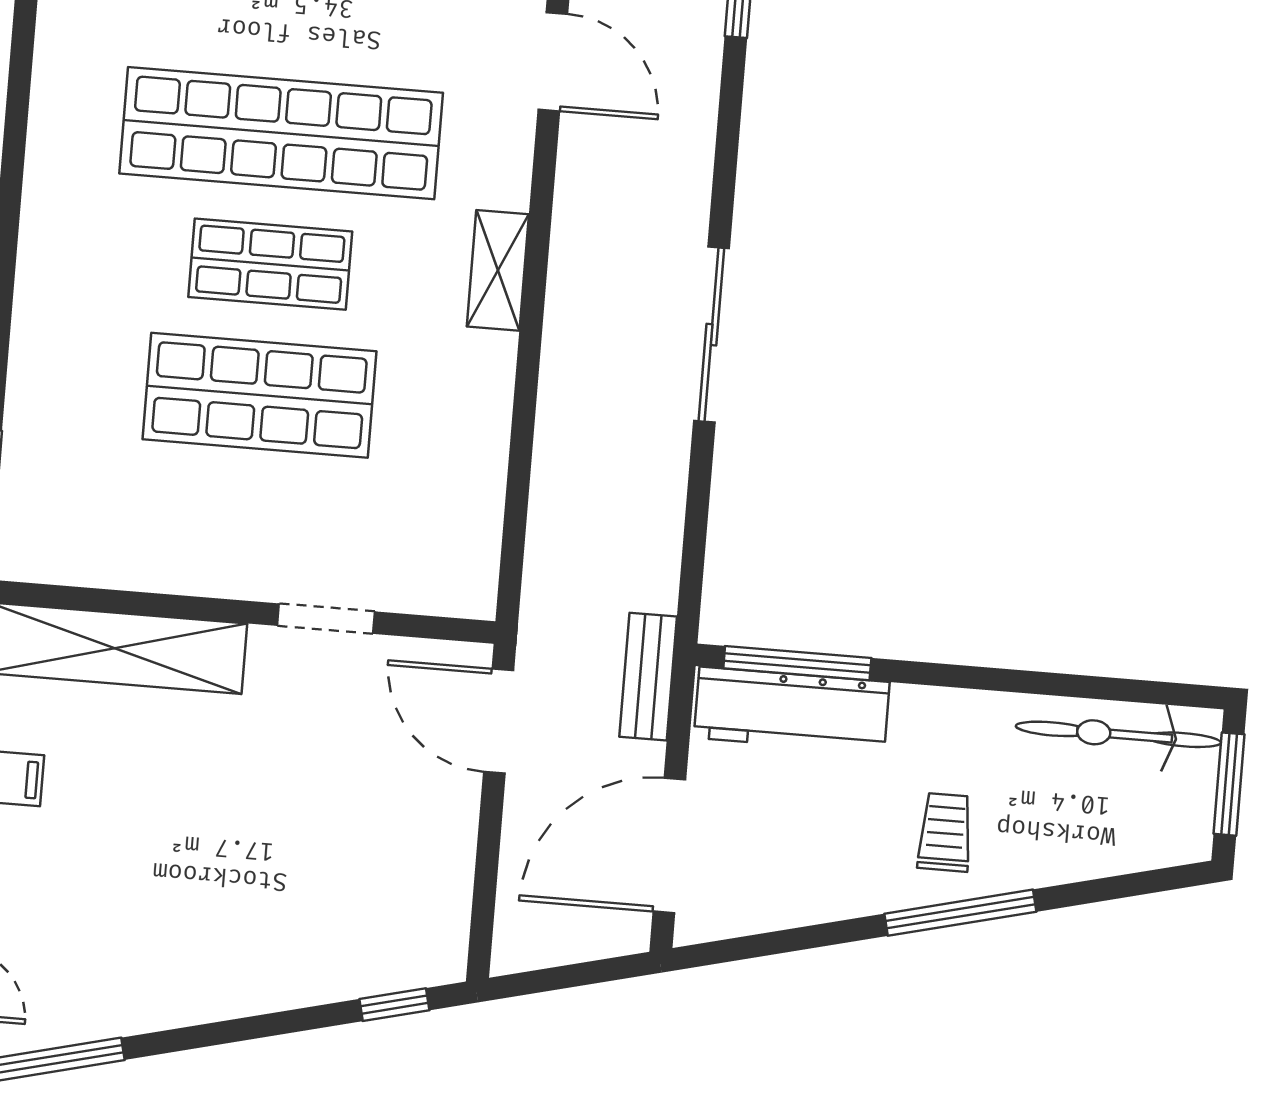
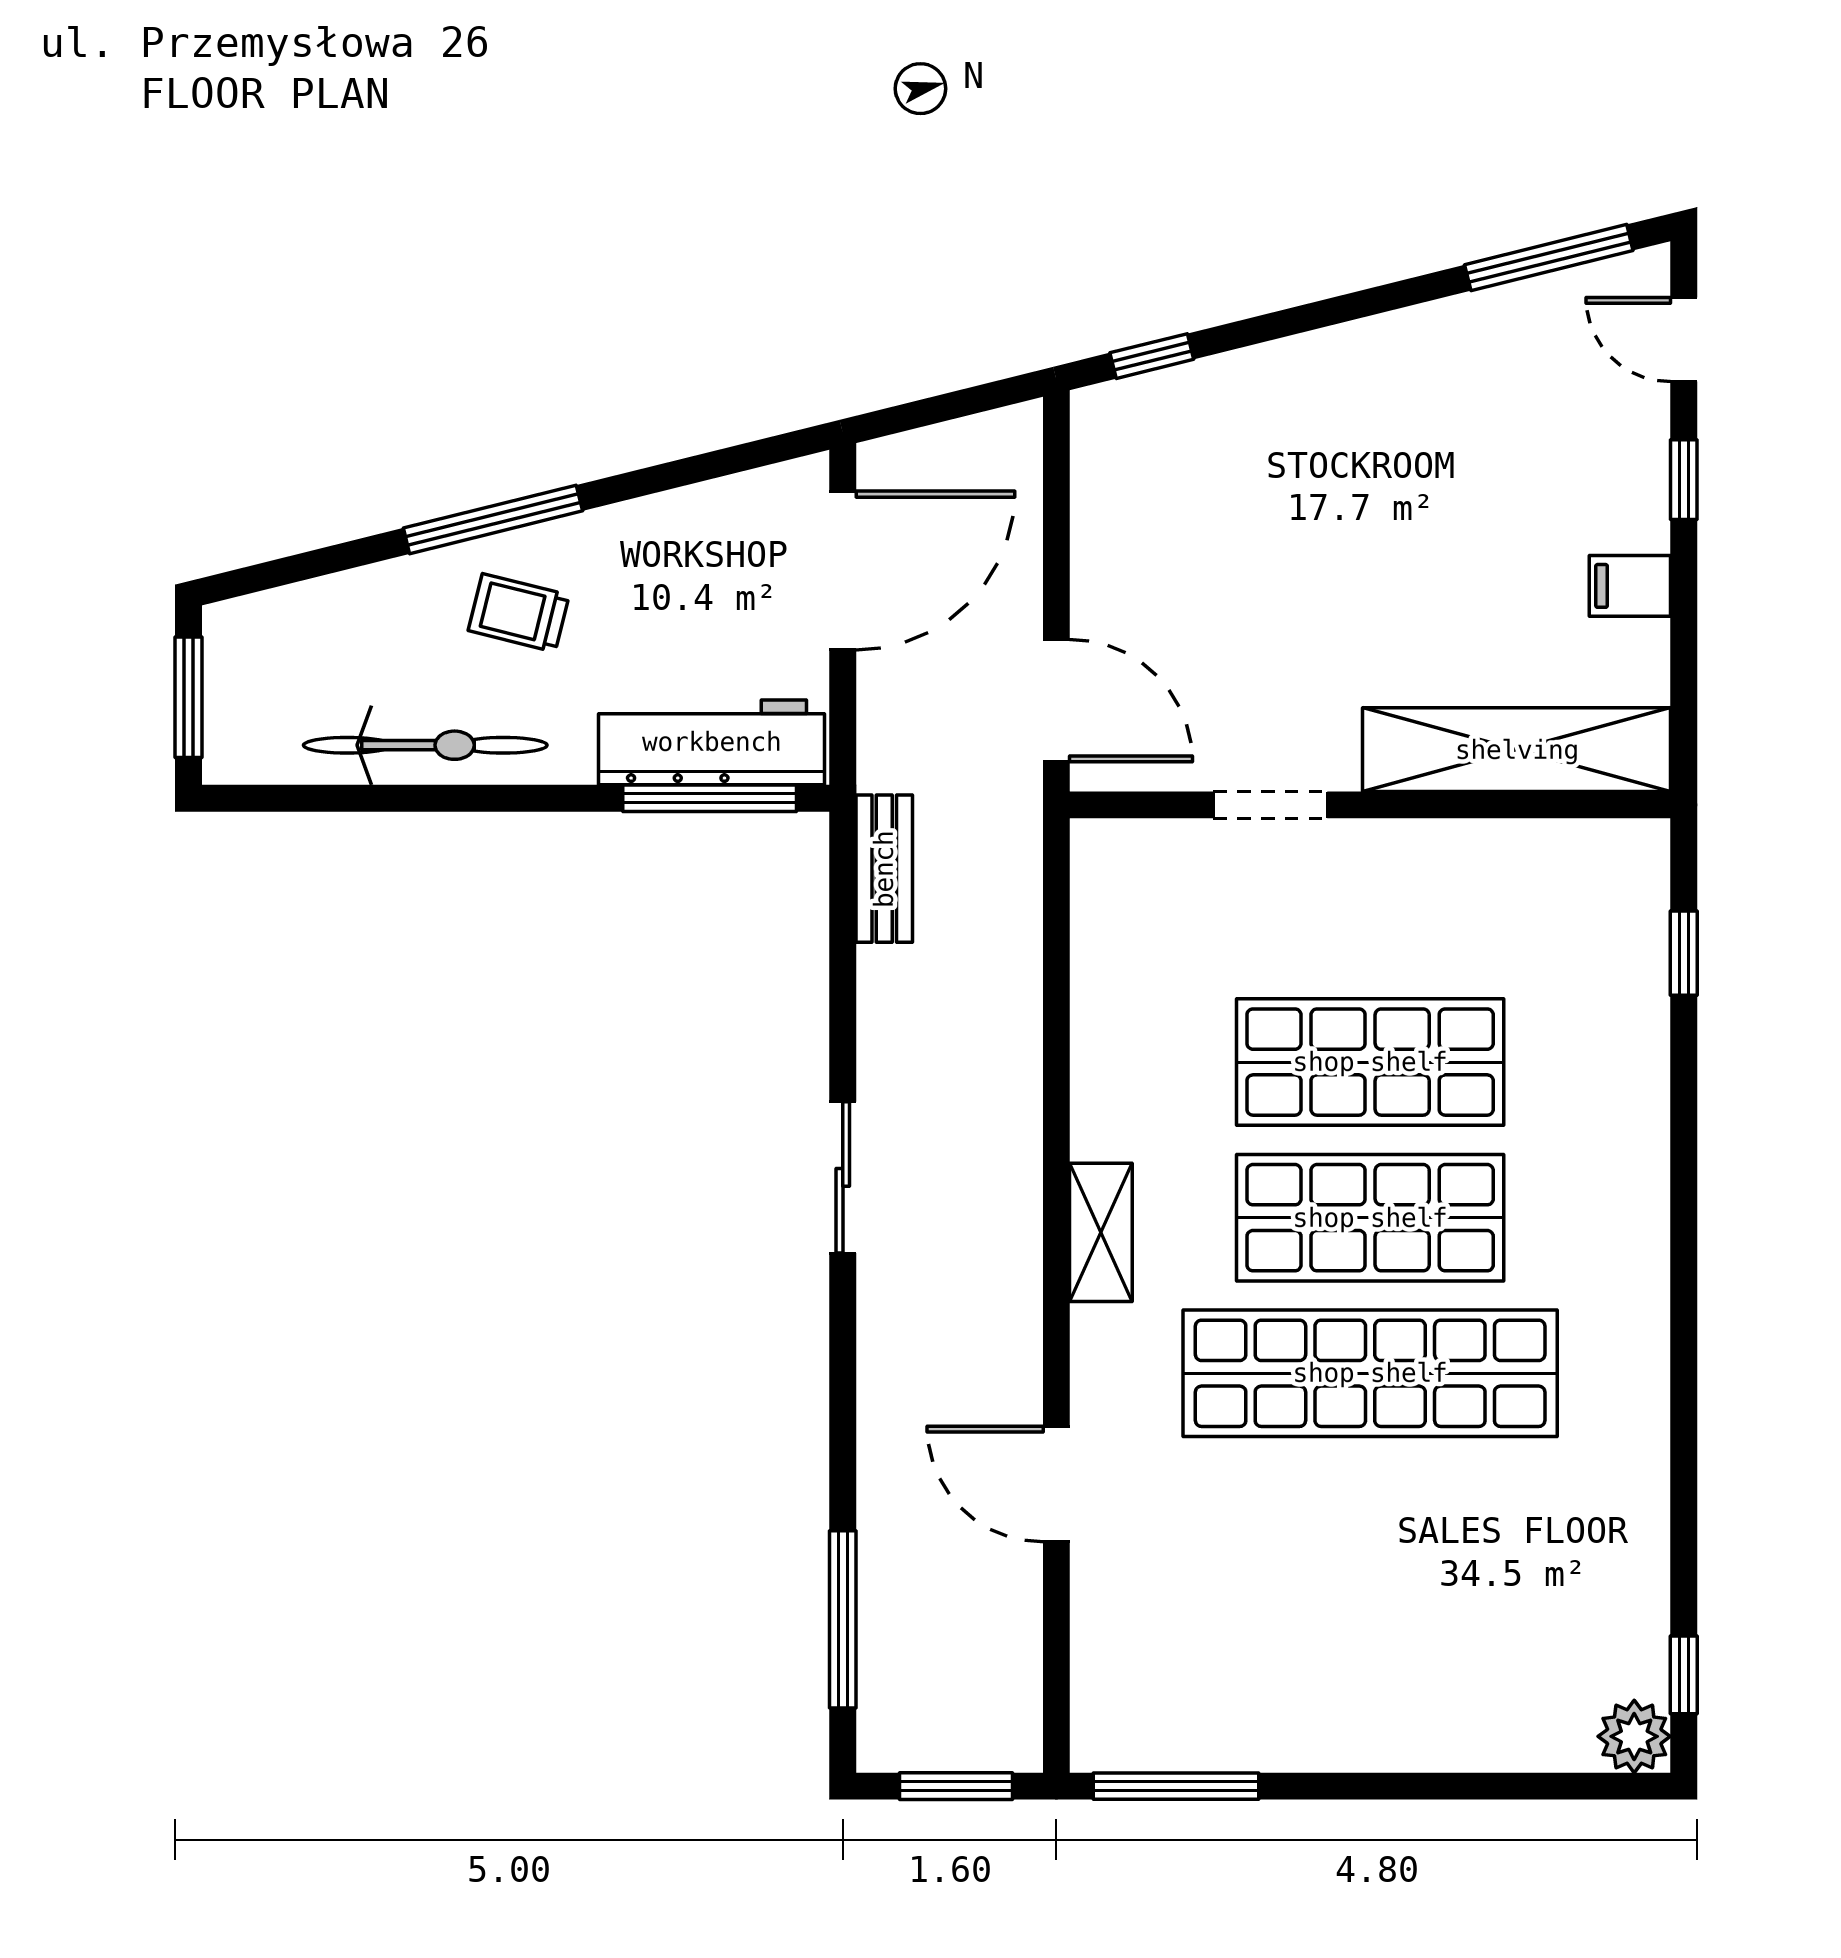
shop shelf: (270, 264) -> (1370, 1218), width x1.43, depth x1.36
sliding door: (711, 335) -> (843, 1177), width x0.73
bench: (648, 677) -> (884, 869), moved
bicycle: (1118, 734) -> (425, 745), moved
trolley: (945, 832) -> (519, 613), turned 104

